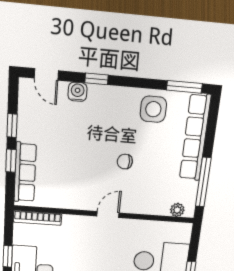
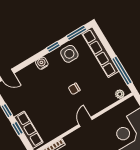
window: (97, 79) -> (53, 47), moved
water cooler: (77, 92) -> (42, 63), moved

